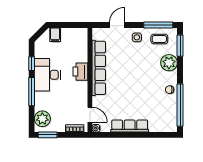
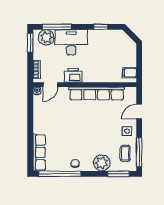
door: (117, 25) -> (139, 112), swing flipped
filing cabinet: (55, 35) -> (129, 73), moved
printer: (80, 72) -> (73, 75), moved
desk: (47, 75) -> (71, 42), moved
window: (32, 92) -> (57, 27), moved
row of seats: (130, 126) -> (39, 152), moved

